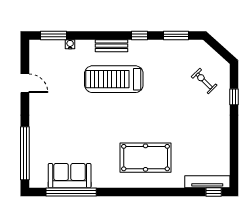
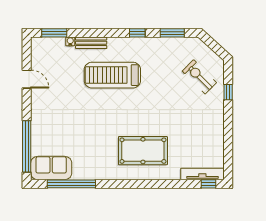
bench: (111, 46) -> (91, 43), moved
exercise bike: (204, 81) -> (199, 77), width x1.38, depth x1.39
sofa: (70, 176) -> (51, 168), moved

